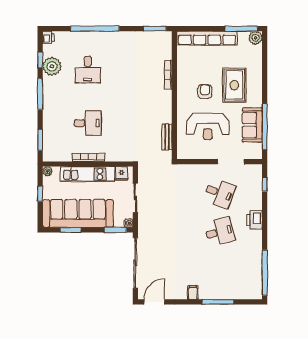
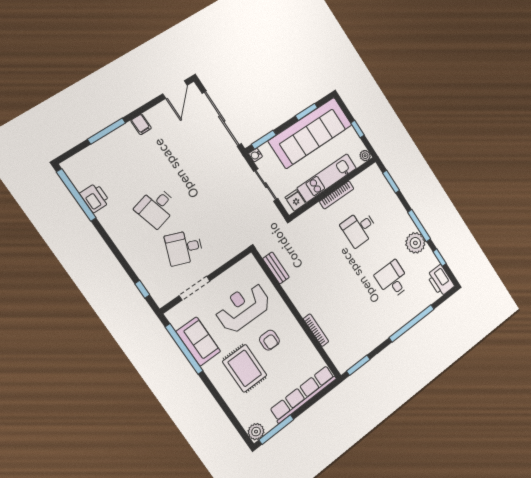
printer: (48, 37) -> (440, 281), width x1.87, depth x1.48
plant: (52, 66) -> (415, 243), moved
printer: (254, 220) -> (95, 198), moved

